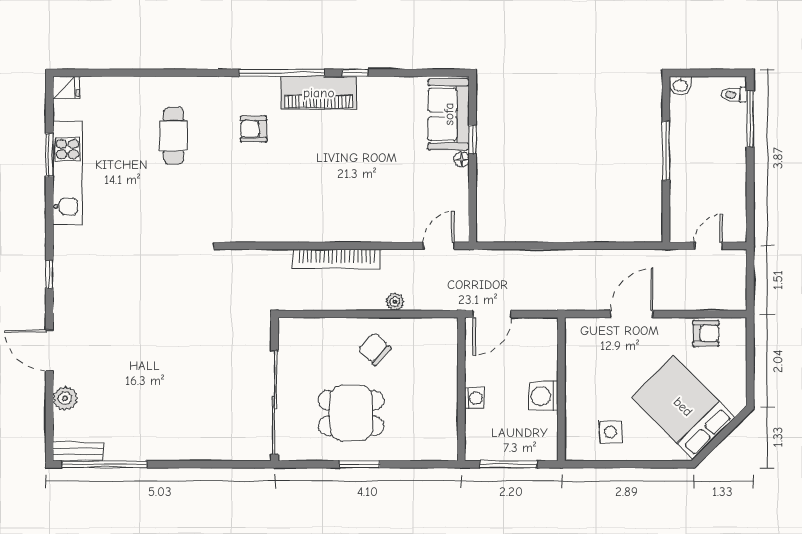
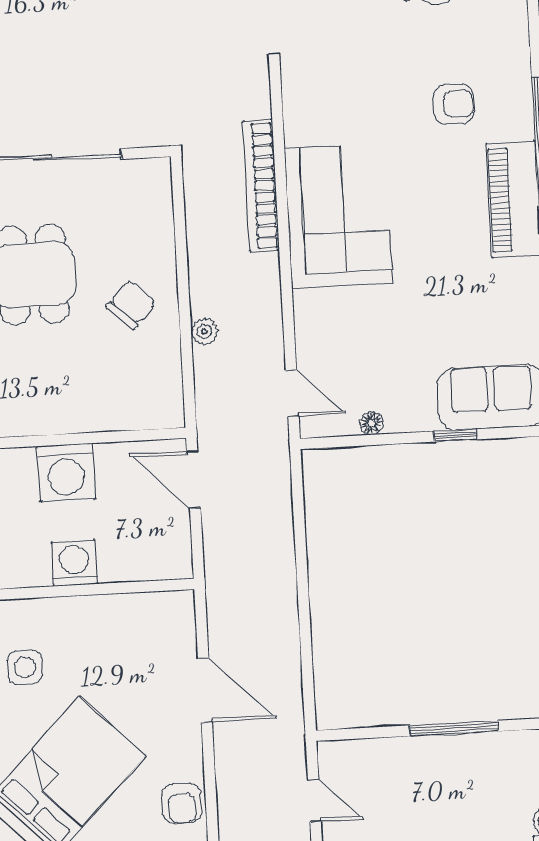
armchair: (254, 129) -> (454, 104), turned 90
floor lamp: (462, 159) -> (371, 423), moved
corner sofa: (323, 209) -> (338, 216), added
bookcase: (337, 259) -> (261, 186), moved
washing machine: (474, 398) -> (66, 473), width x1.89, depth x1.89

